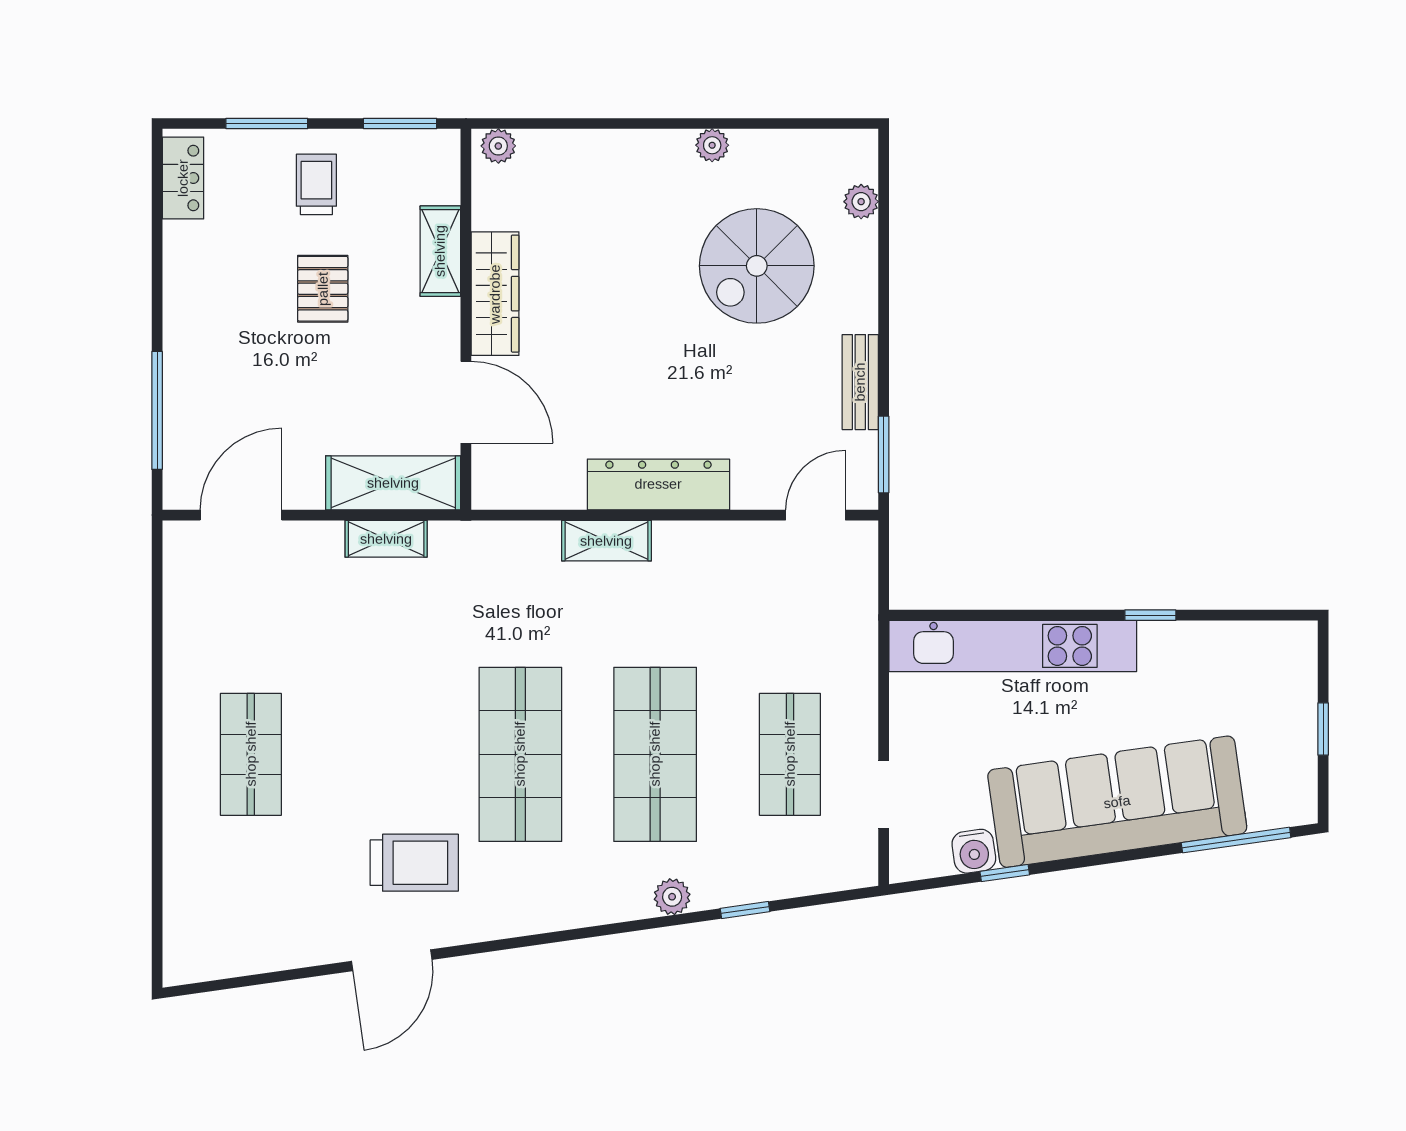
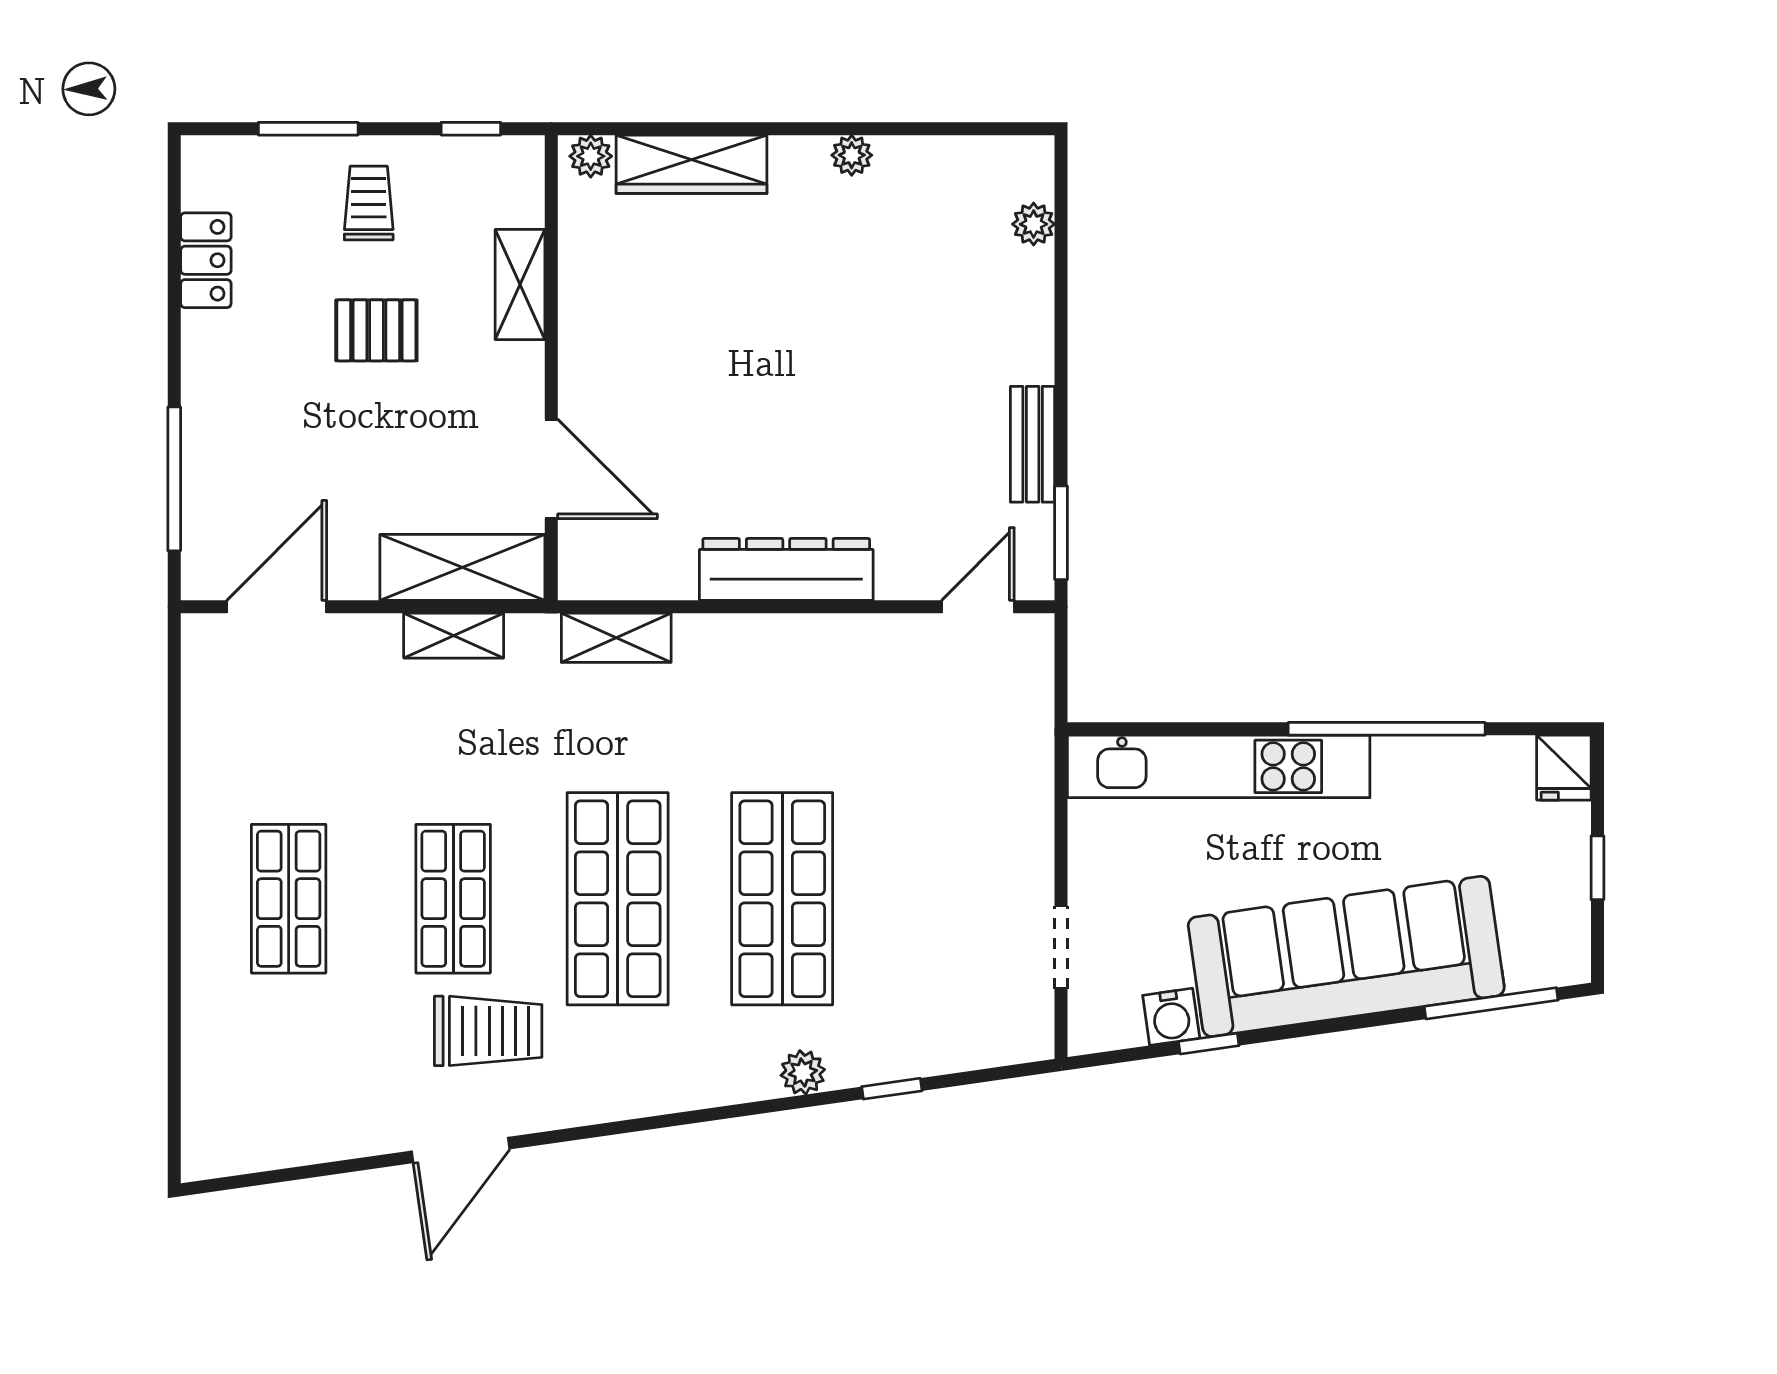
window: (400, 123) -> (471, 129), width x0.67
locker: (183, 178) -> (206, 260), moved
spiral stairs: (757, 266) -> (906, 303), removed
pallet: (323, 289) -> (376, 330), turned 90
wardrobe: (495, 294) -> (692, 164), moved, turned 90
shelving: (606, 541) -> (616, 638), moved
window: (1150, 615) -> (1387, 729), width x3.17
fridge: (1296, 647) -> (1564, 768), added
shop shelf: (790, 754) -> (453, 899), moved

